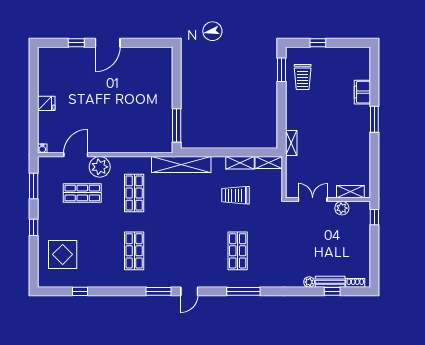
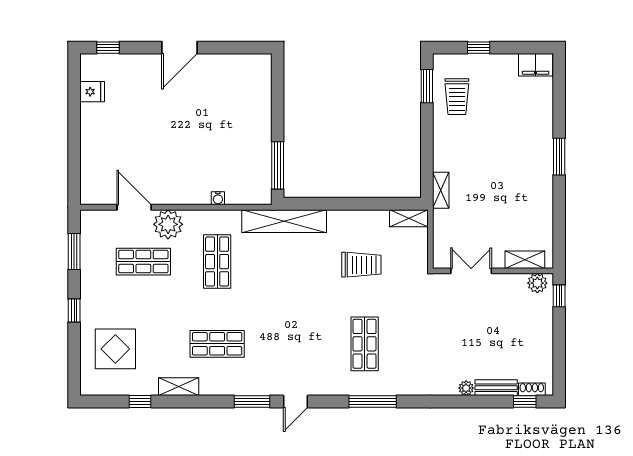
window: (76, 43) -> (108, 48), moved
filing cabinet: (362, 92) -> (536, 65), moved, turned -90
fridge: (46, 103) -> (92, 92), moved
water cooler: (42, 149) -> (218, 198), moved
door: (76, 155) -> (134, 207), hinge flipped
shelving: (240, 163) -> (179, 387), moved
trolley: (235, 195) -> (361, 265), turned 180
plant: (342, 208) -> (537, 283), moved
shop shelf: (134, 251) -> (217, 344), turned 90
window: (332, 291) -> (525, 402), moved

